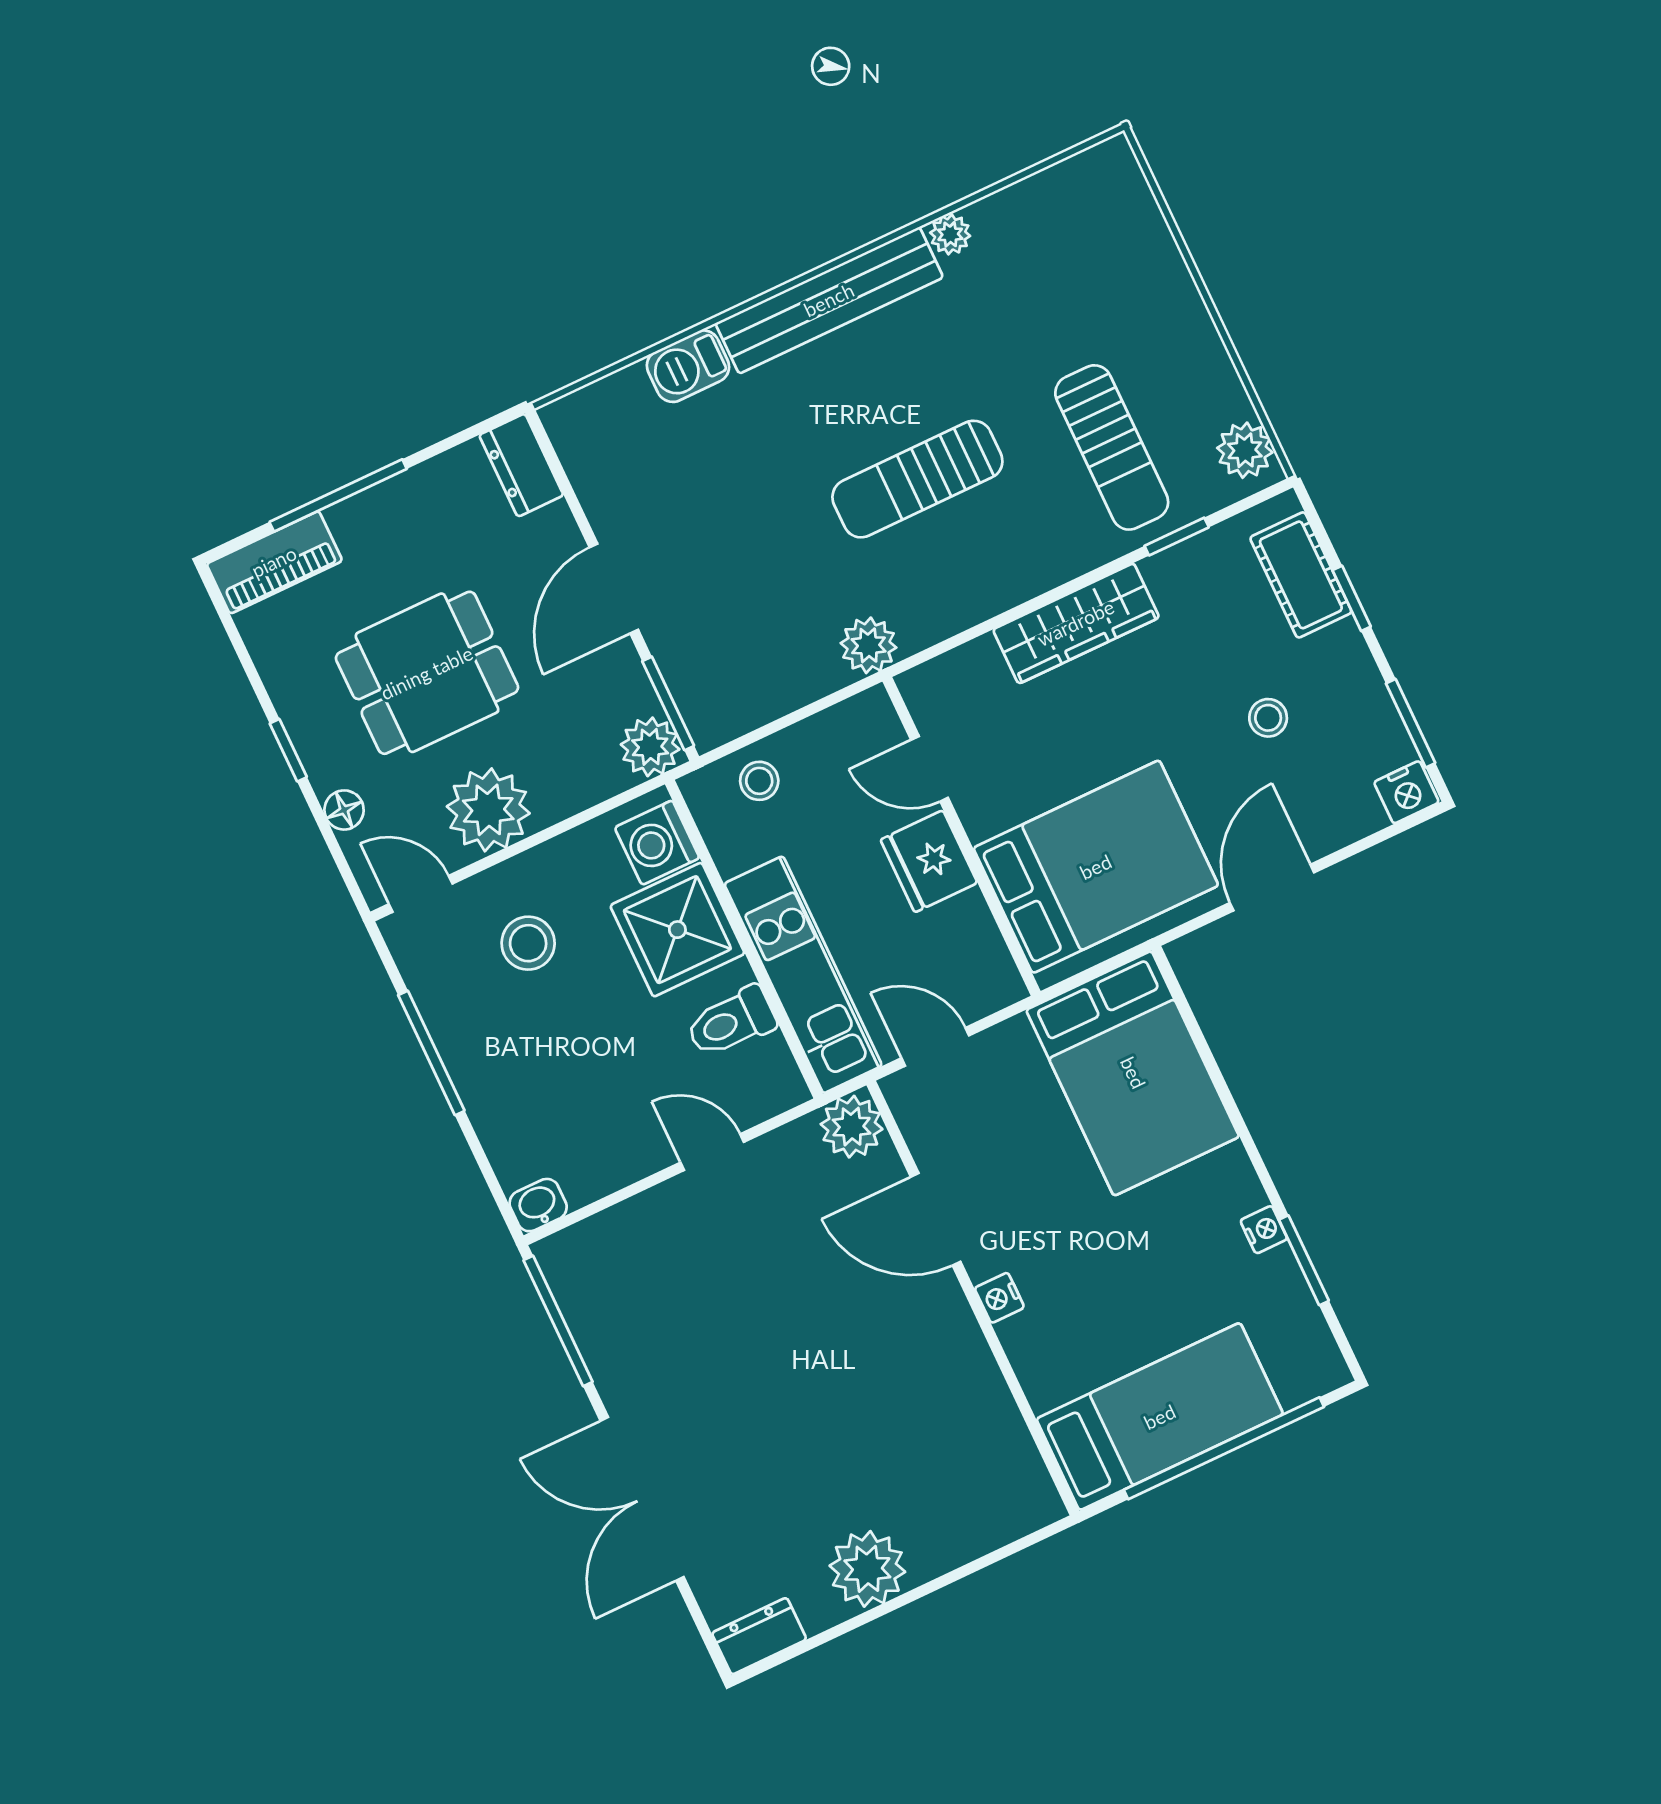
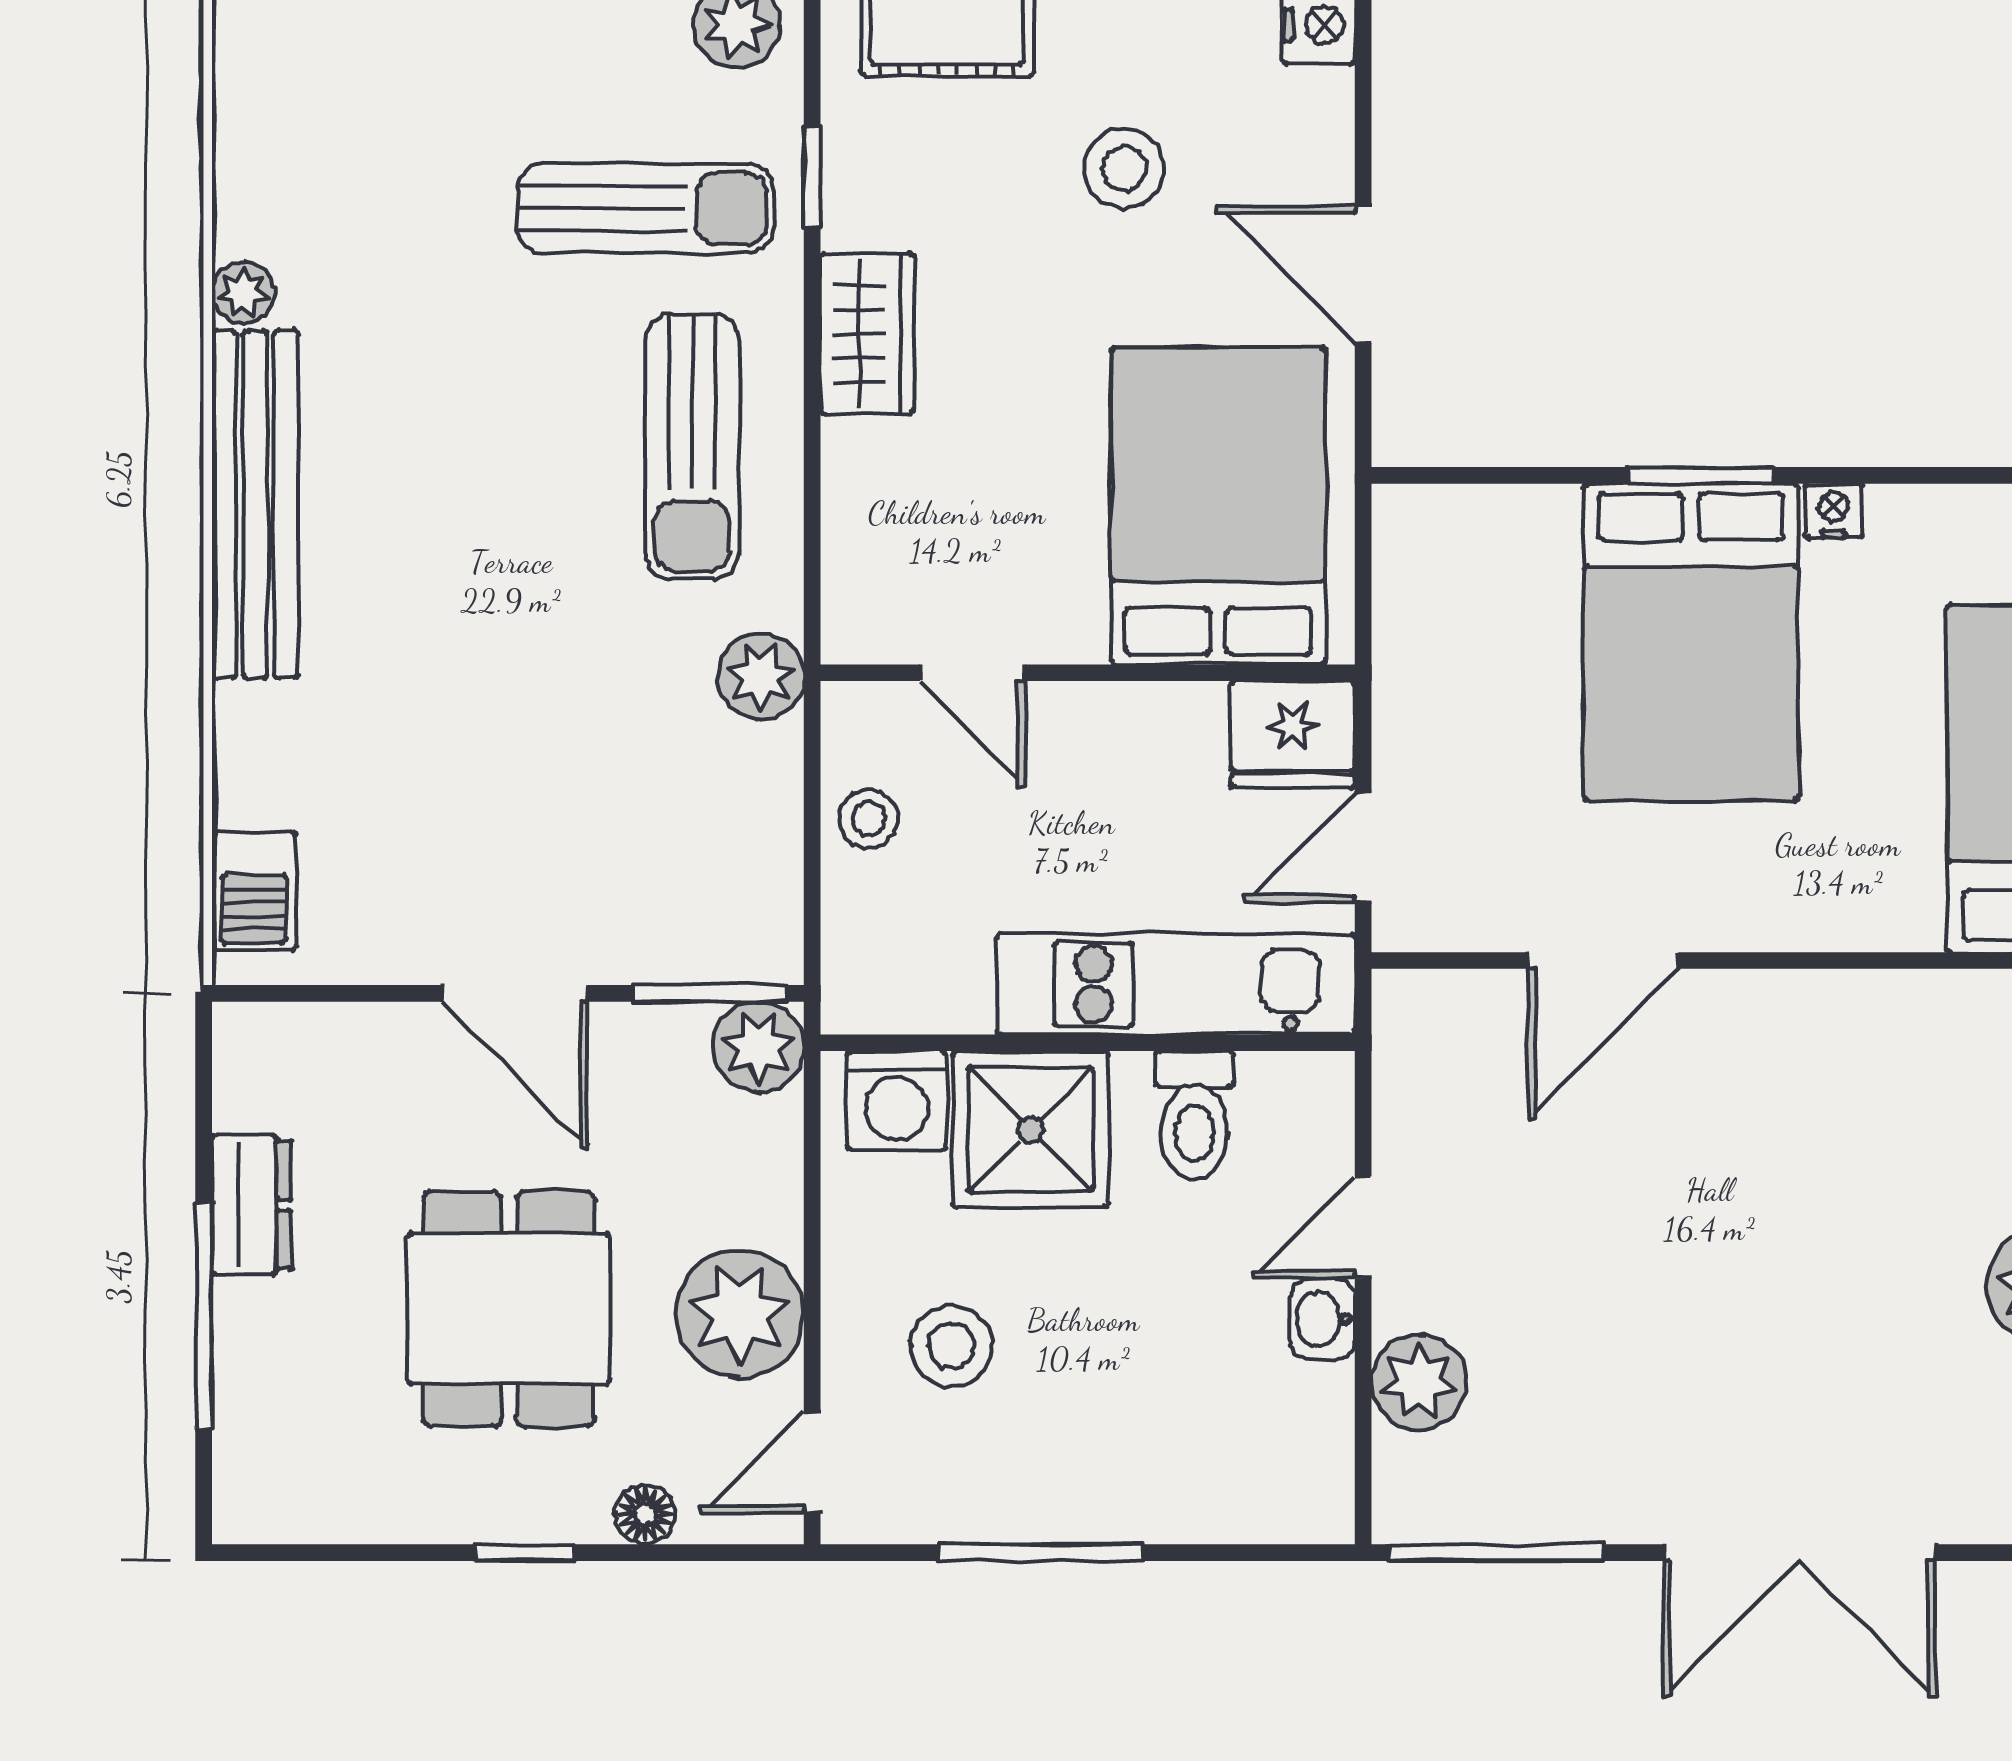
barbecue: (688, 366) -> (254, 891), moved
dresser: (521, 465) -> (251, 1205), moved, turned -90
sun lounger: (917, 479) -> (692, 447), moved
piano: (274, 562) -> (255, 1448), removed
wardrobe: (1076, 623) -> (867, 333), width x0.67
stool: (1268, 718) -> (1124, 168), width x1.37, depth x1.37
door: (930, 769) -> (973, 673), hinge flipped
stool: (759, 781) -> (869, 819), moved
fridge: (929, 861) -> (1293, 735), moved
bed: (1133, 1073) -> (1691, 642), moved, turned 90
plant: (852, 1127) -> (1419, 1382), moved
washbasin: (538, 1205) -> (1322, 1319), moved
window: (1304, 1260) -> (1700, 475), moved
nightstand: (999, 1298) -> (1754, 924), removed

